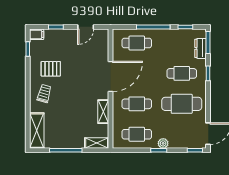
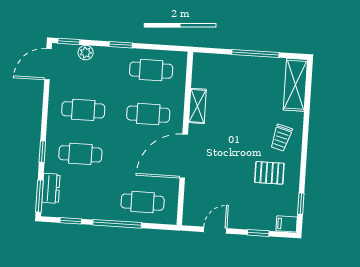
cafe table: (182, 104) -> (83, 110), width x0.73, depth x0.74
shelving: (97, 143) -> (210, 61), removed
plant: (163, 143) -> (86, 53), moved

